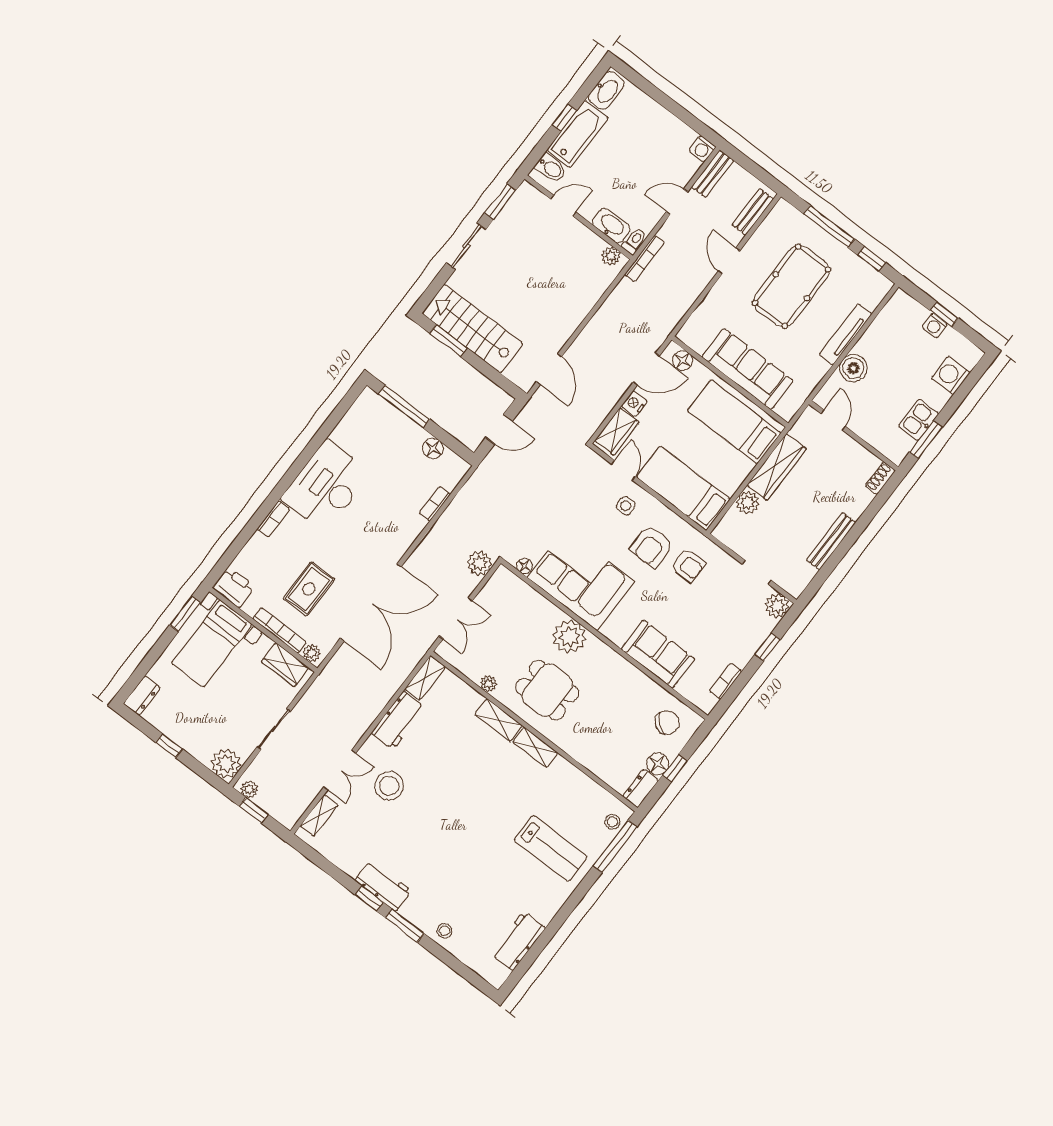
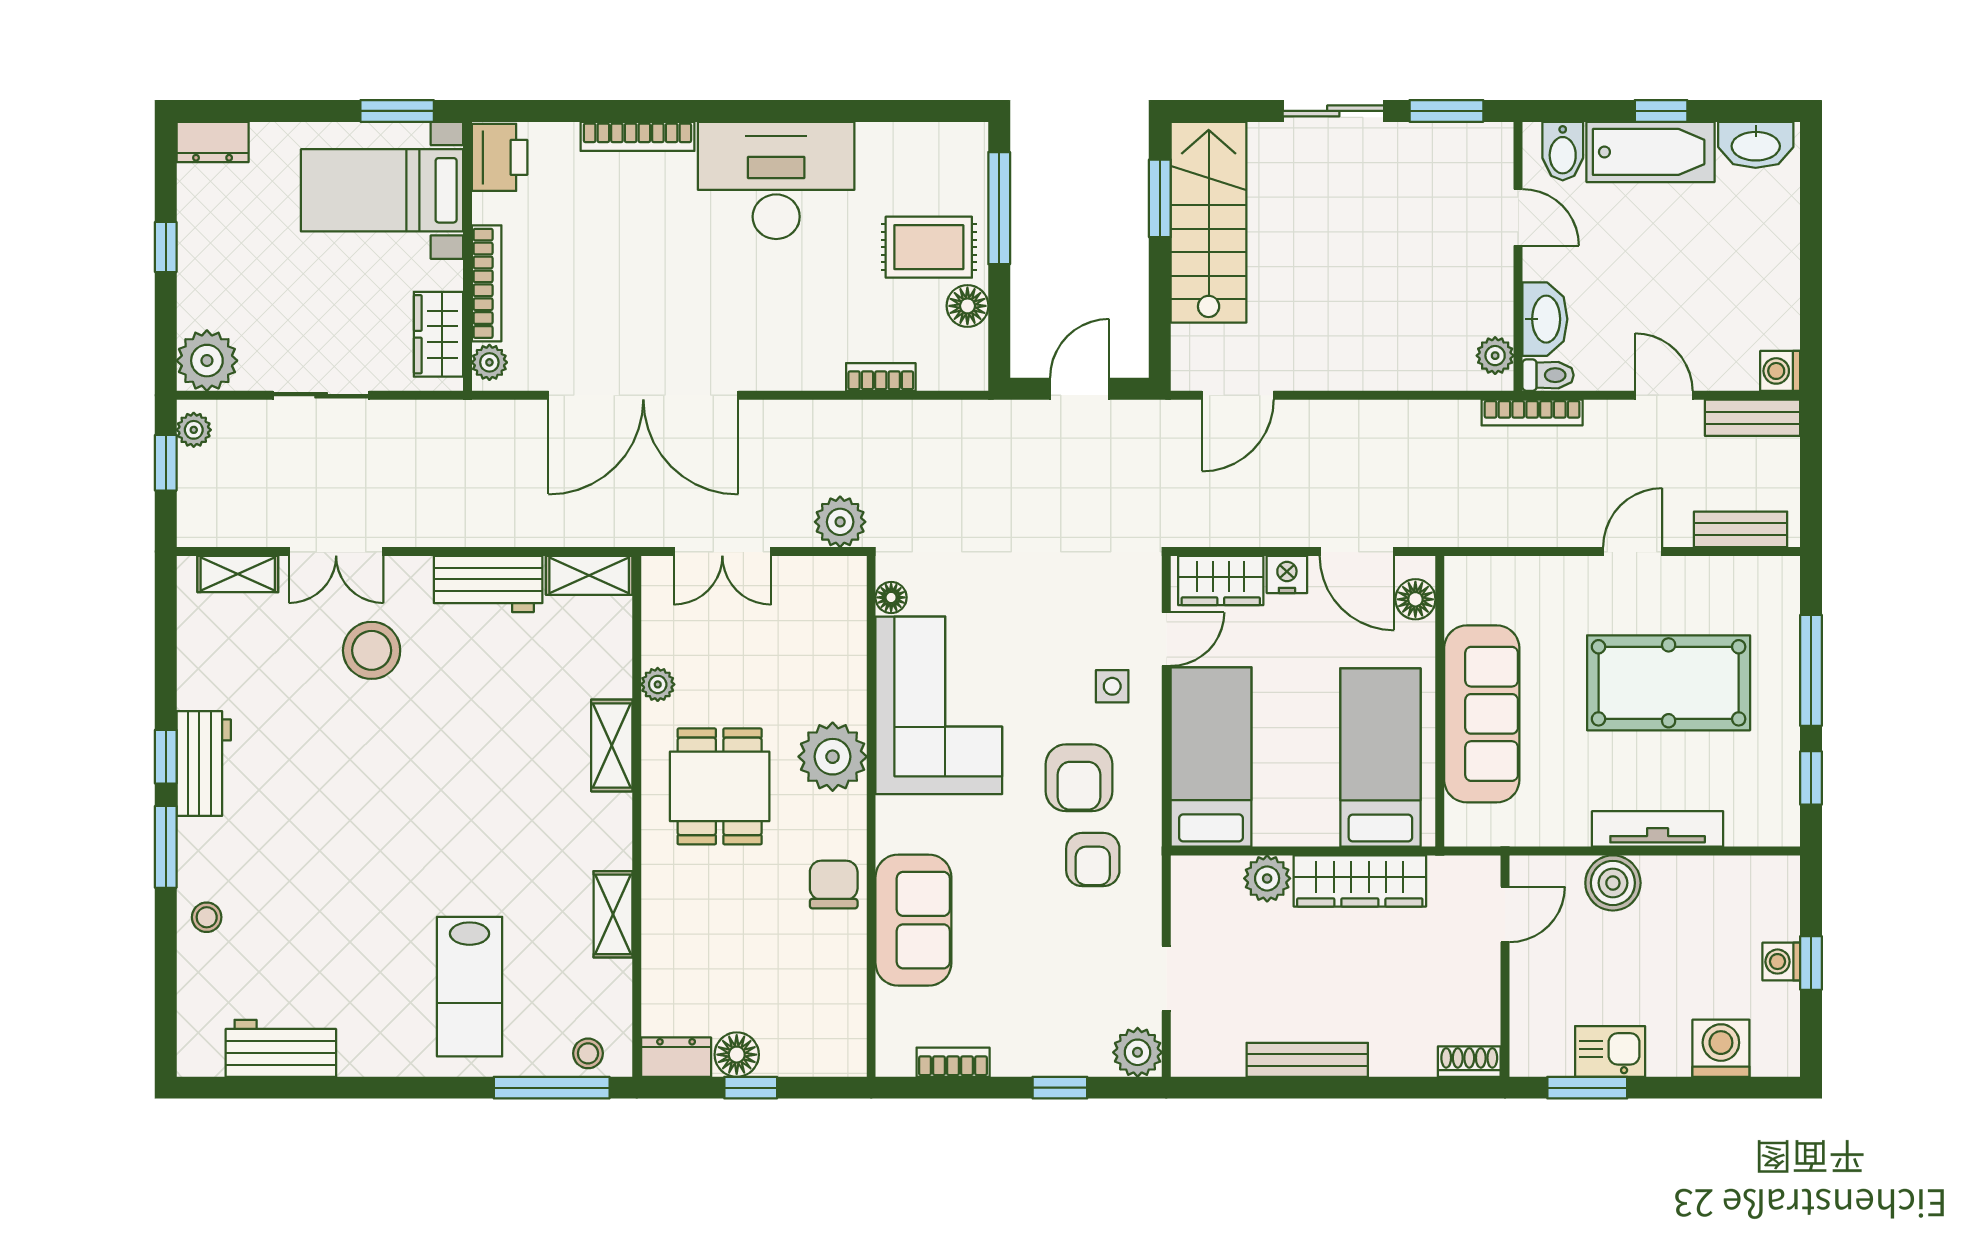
door: (499, 429) -> (1080, 389), swing flipped
bookcase: (273, 519) -> (637, 136), width x1.56
armchair: (652, 546) -> (1079, 778), turned -90
rug: (309, 589) -> (929, 247), moved
chair: (667, 723) -> (834, 885), moved, turned -128
shelving: (535, 747) -> (613, 914), moved

